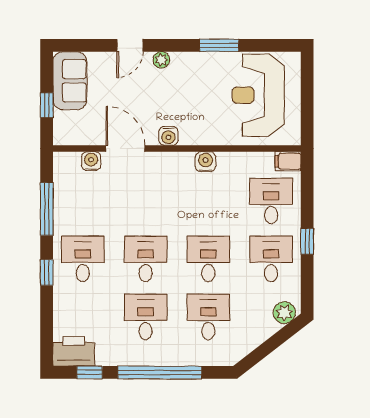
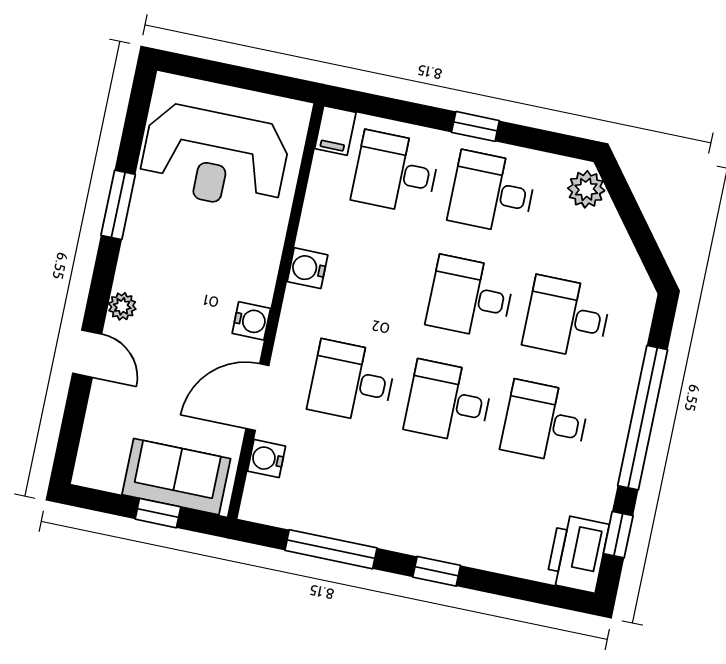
sofa: (70, 81) -> (176, 477), moved
desk: (83, 259) -> (352, 382), moved

